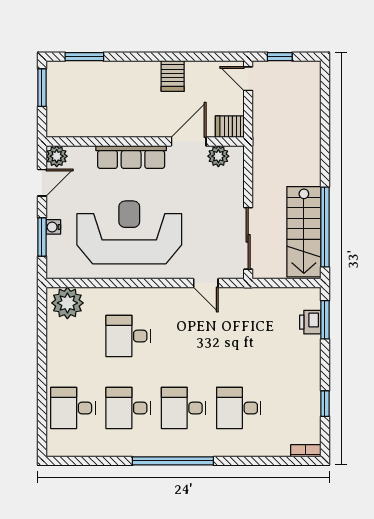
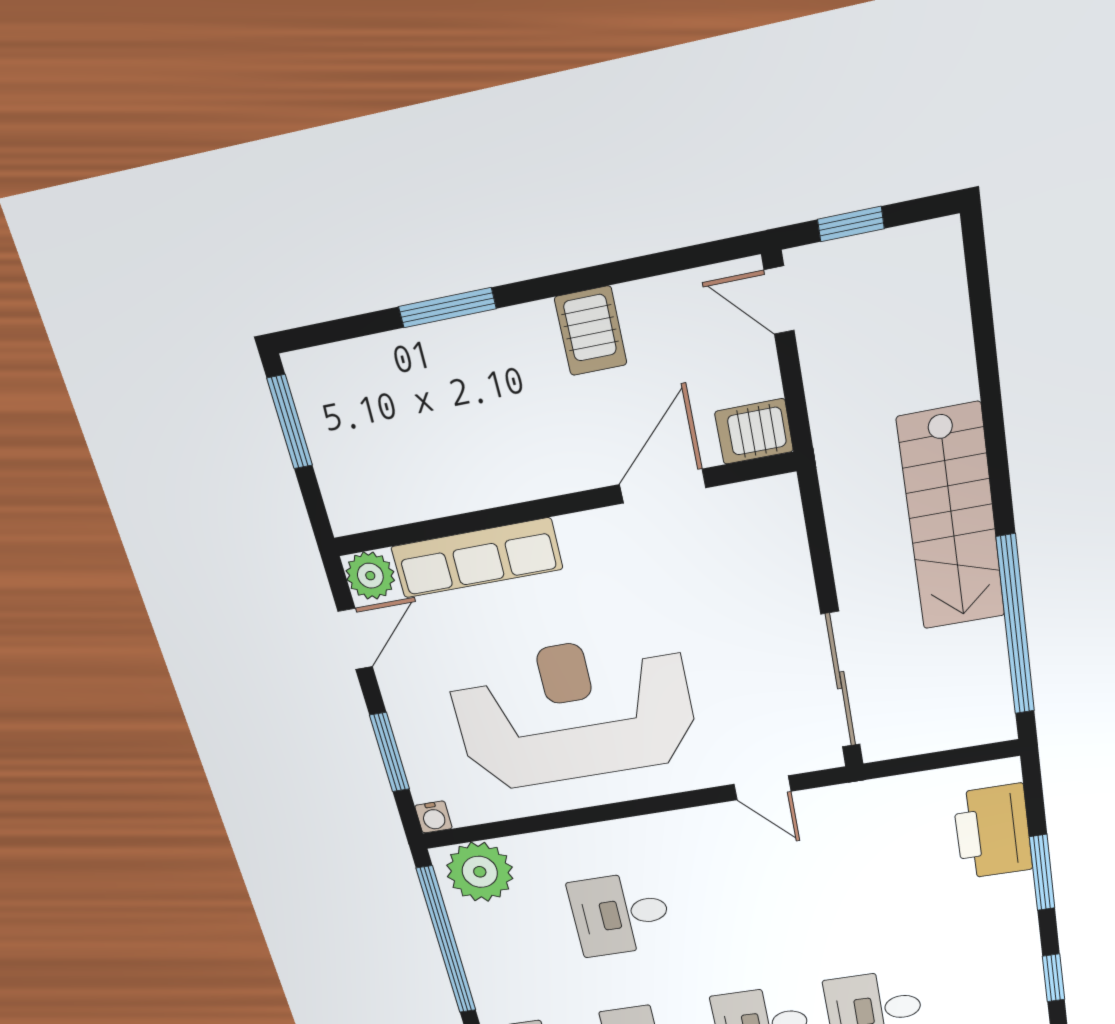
window: (84, 57) -> (447, 308), moved
plant: (218, 156) -> (740, 508), removed
row of seats: (131, 157) -> (477, 558), moved
water cooler: (53, 227) -> (434, 817), moved, turned -90
stairs: (304, 232) -> (952, 518), moved
window: (325, 320) -> (1042, 873), moved
printer: (310, 322) -> (993, 831), width x1.87, depth x1.48
window: (42, 336) -> (446, 941), added

